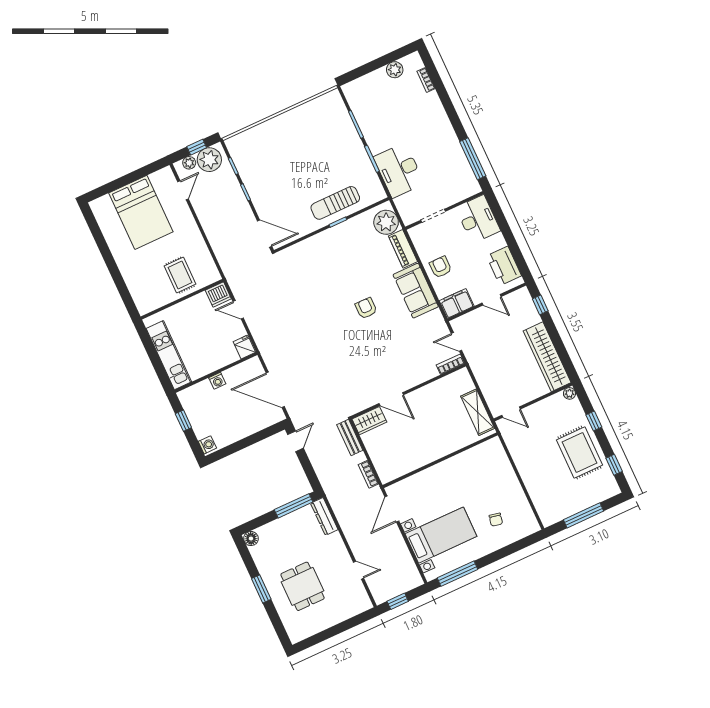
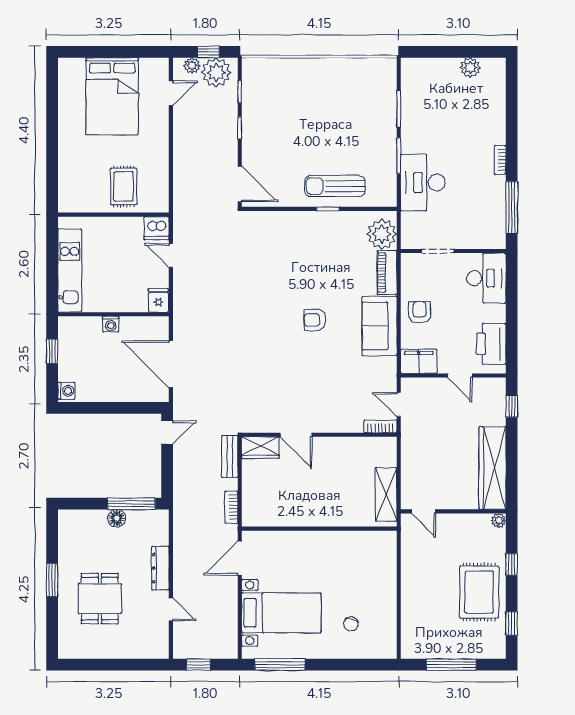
bookcase: (426, 80) -> (500, 160), moved
armchair: (366, 308) -> (315, 320), turned -90
dresser: (324, 516) -> (160, 568), moved
floor lamp: (251, 539) -> (117, 518), moved

